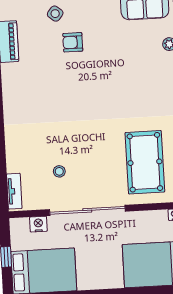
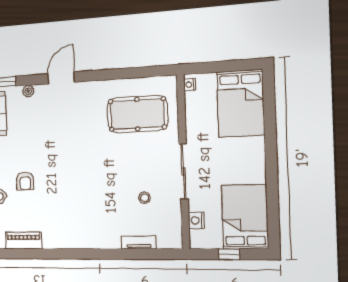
tv unit: (14, 191) -> (139, 243), moved
sliding door: (87, 210) -> (183, 171), width x0.73

